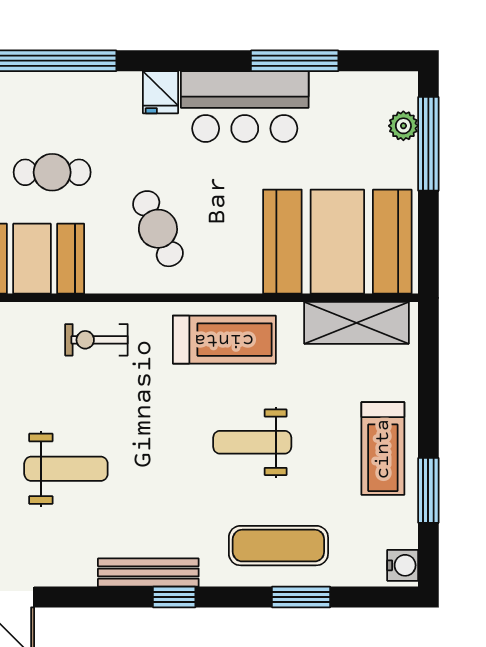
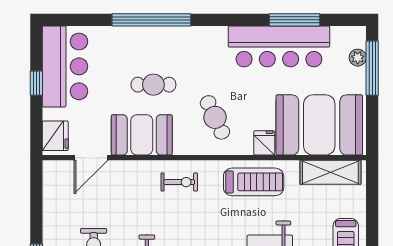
fridge: (161, 92) -> (264, 143), moved, turned 180
bar counter: (245, 107) -> (279, 46), width x1.36
exercise bike: (96, 340) -> (179, 182), turned 180

